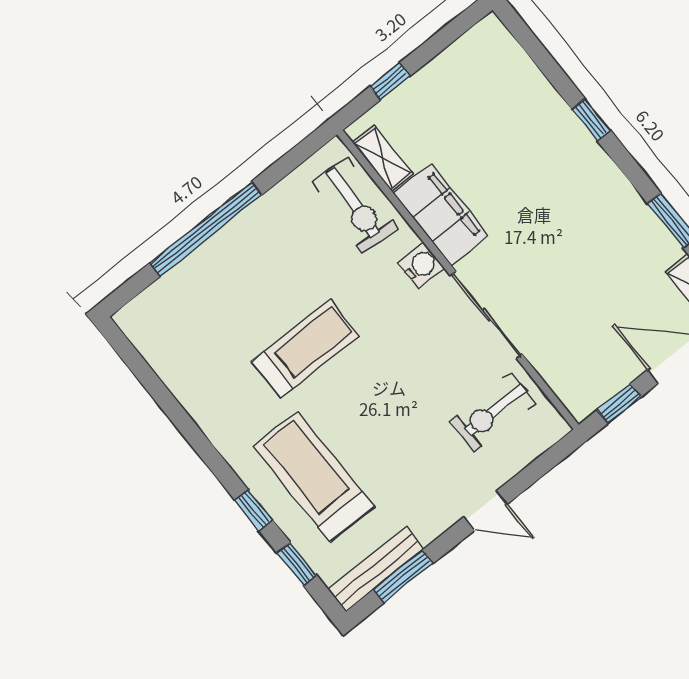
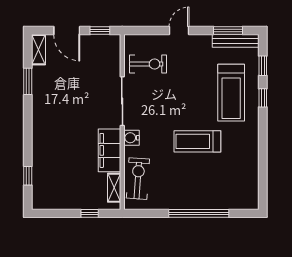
window: (591, 120) -> (28, 176), moved
door: (486, 510) -> (179, 31), hinge flipped

